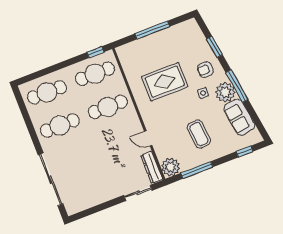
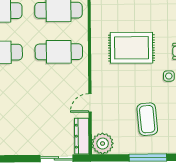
door: (148, 138) -> (90, 103), hinge flipped
window: (197, 170) -> (148, 158), moved

